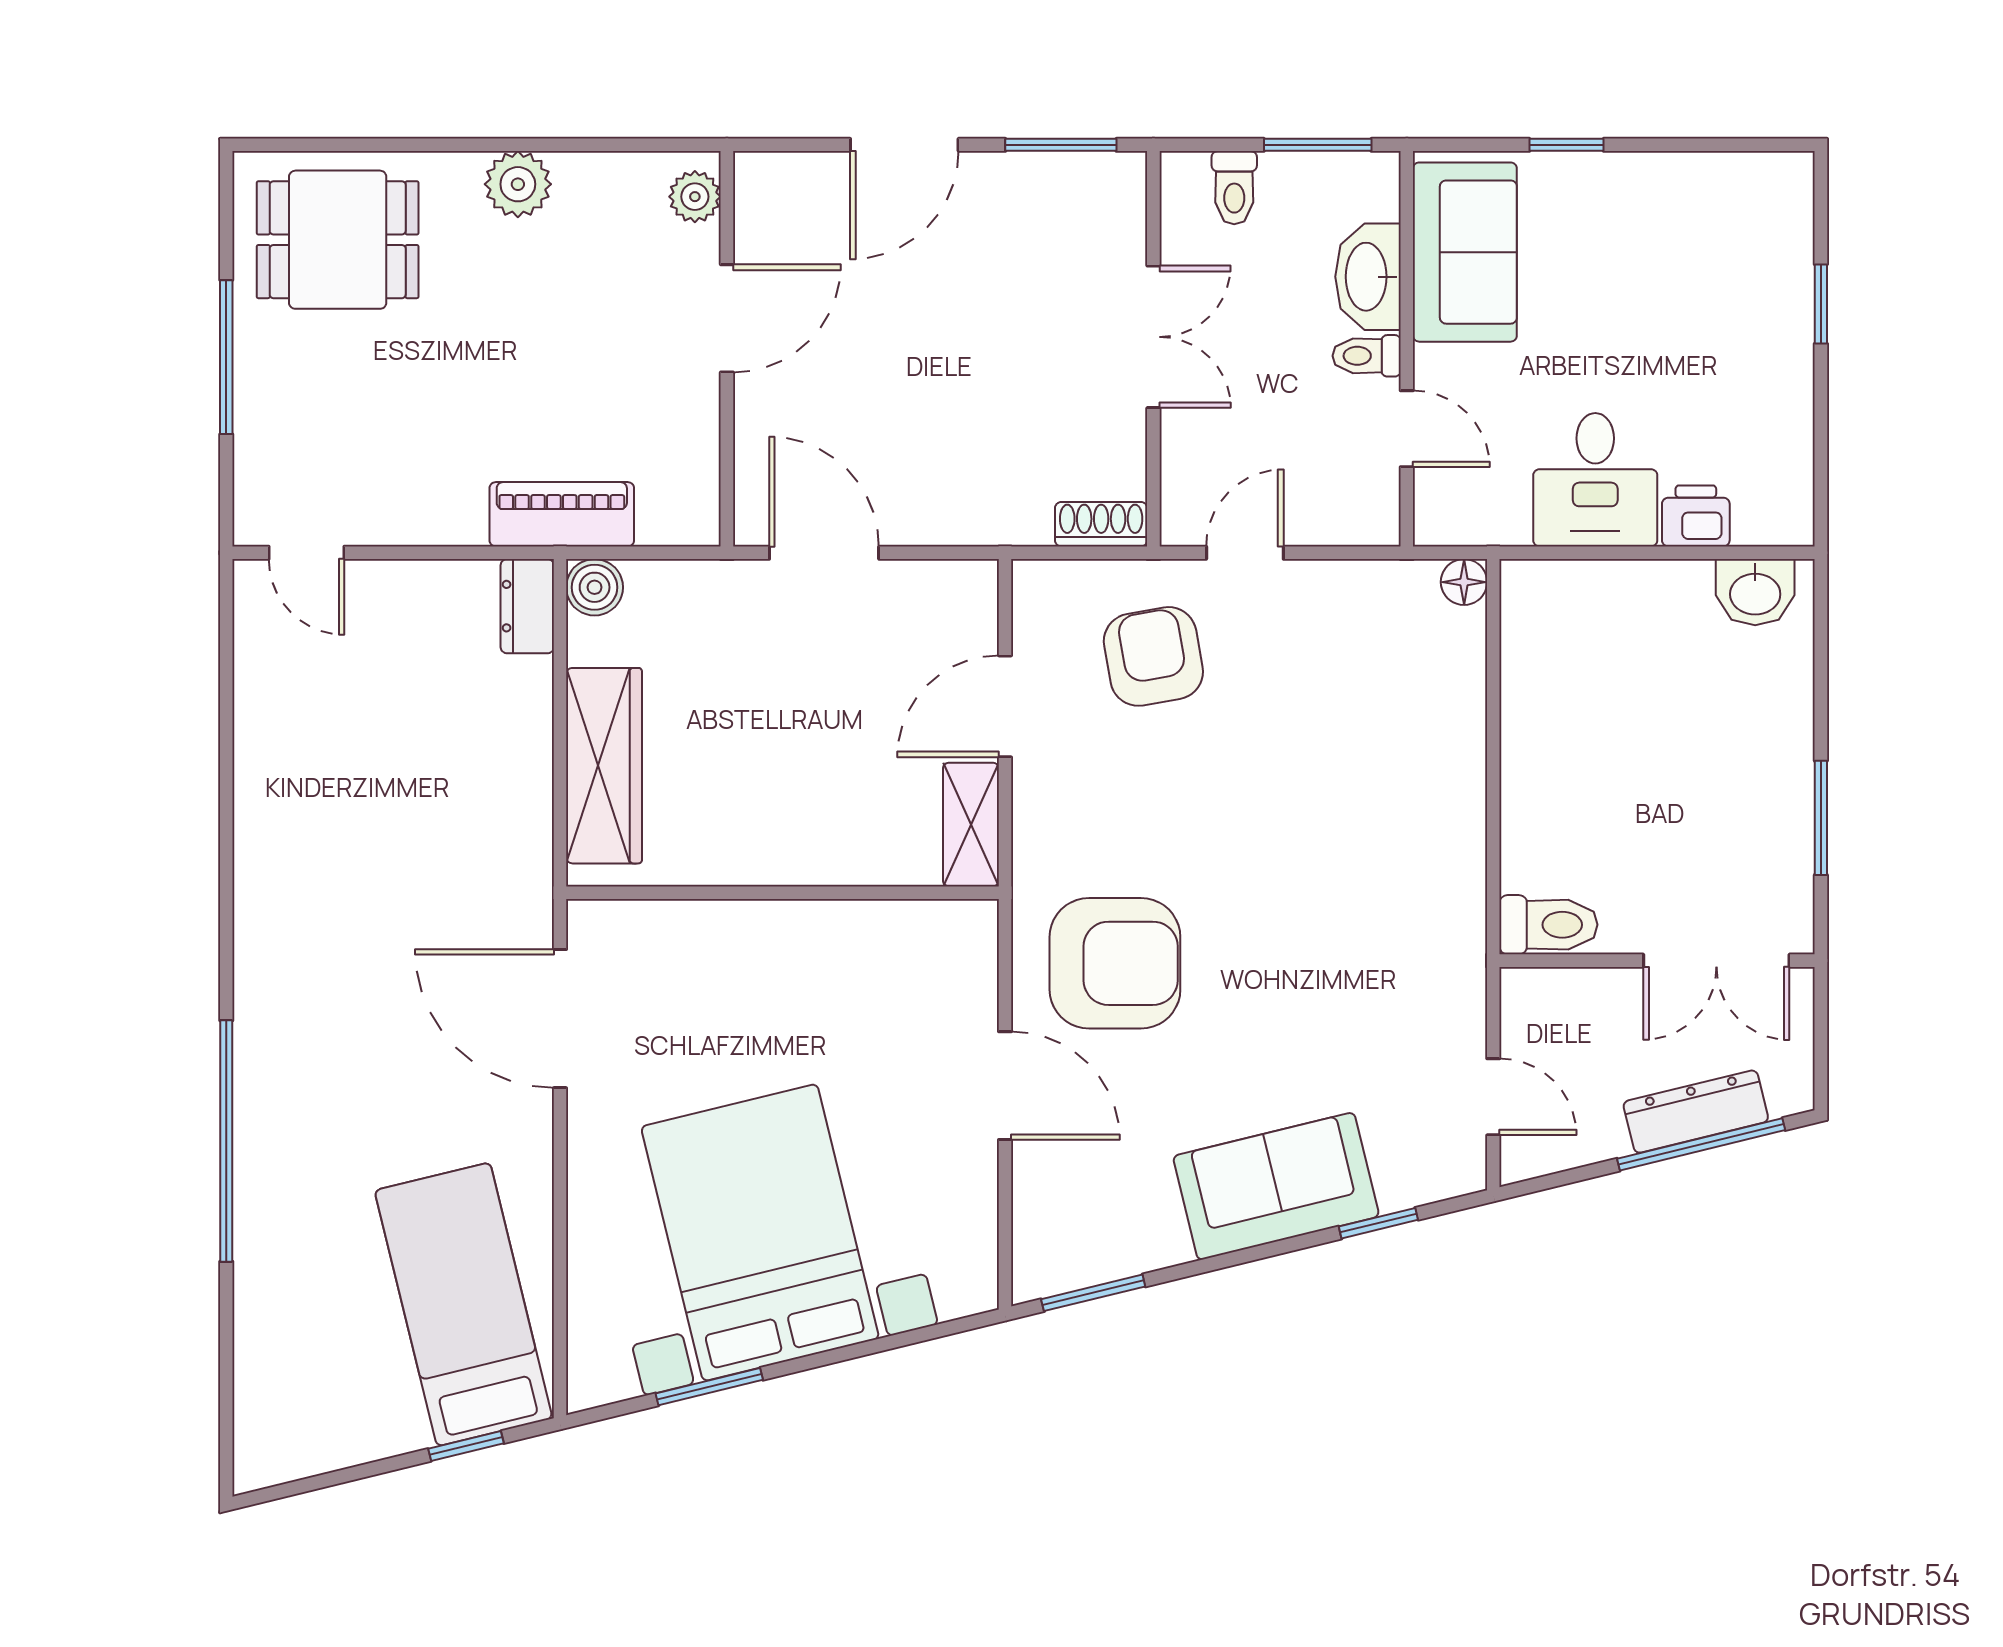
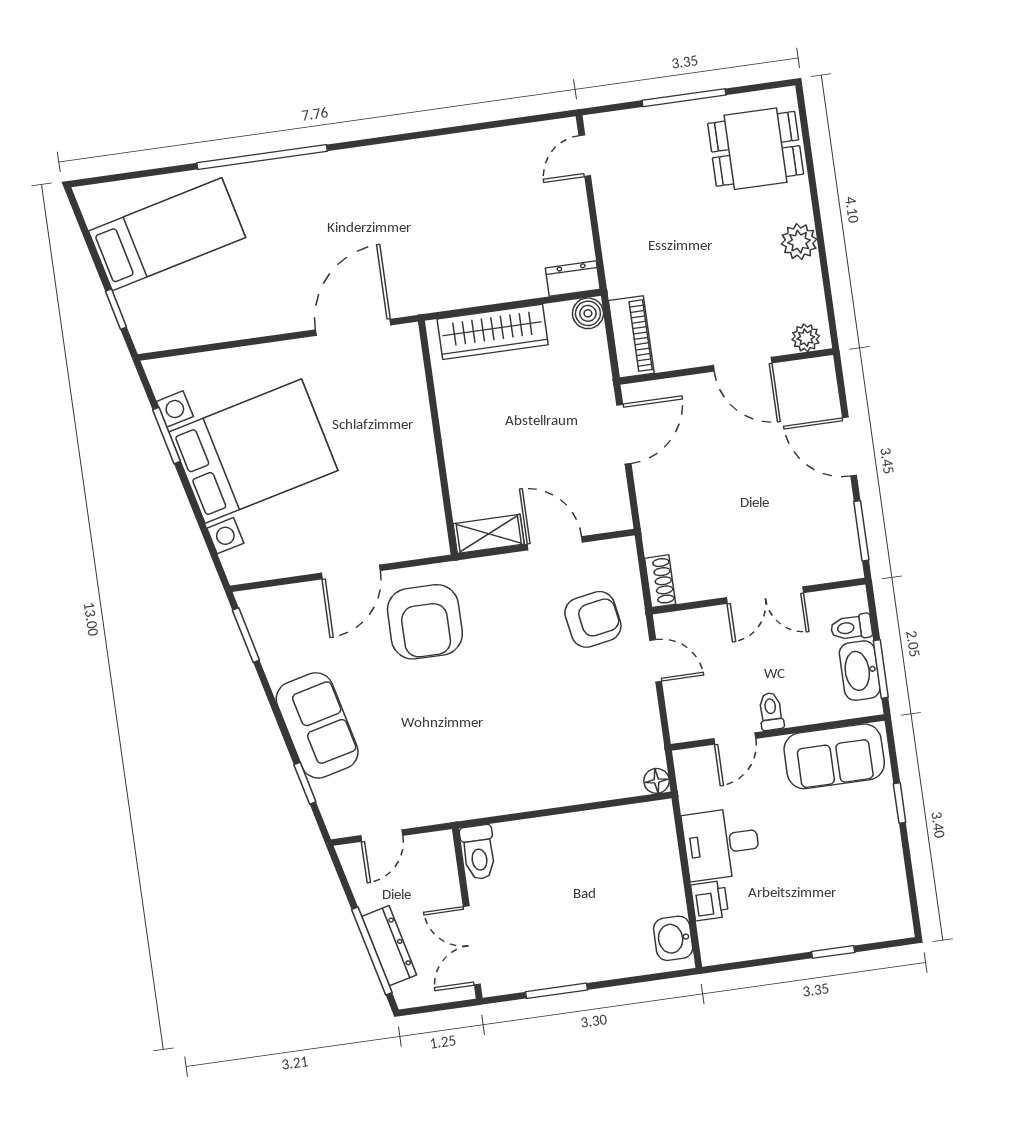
dining table: (338, 240) -> (756, 149), turned 90
washbasin: (1368, 277) -> (860, 671), moved, turned -90
piano: (562, 514) -> (631, 337), moved
bed: (464, 1304) -> (167, 234), moved

